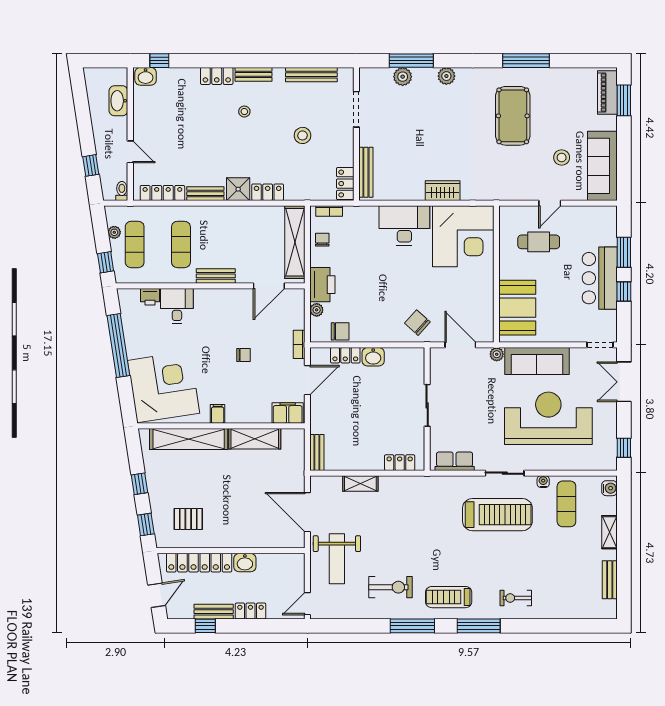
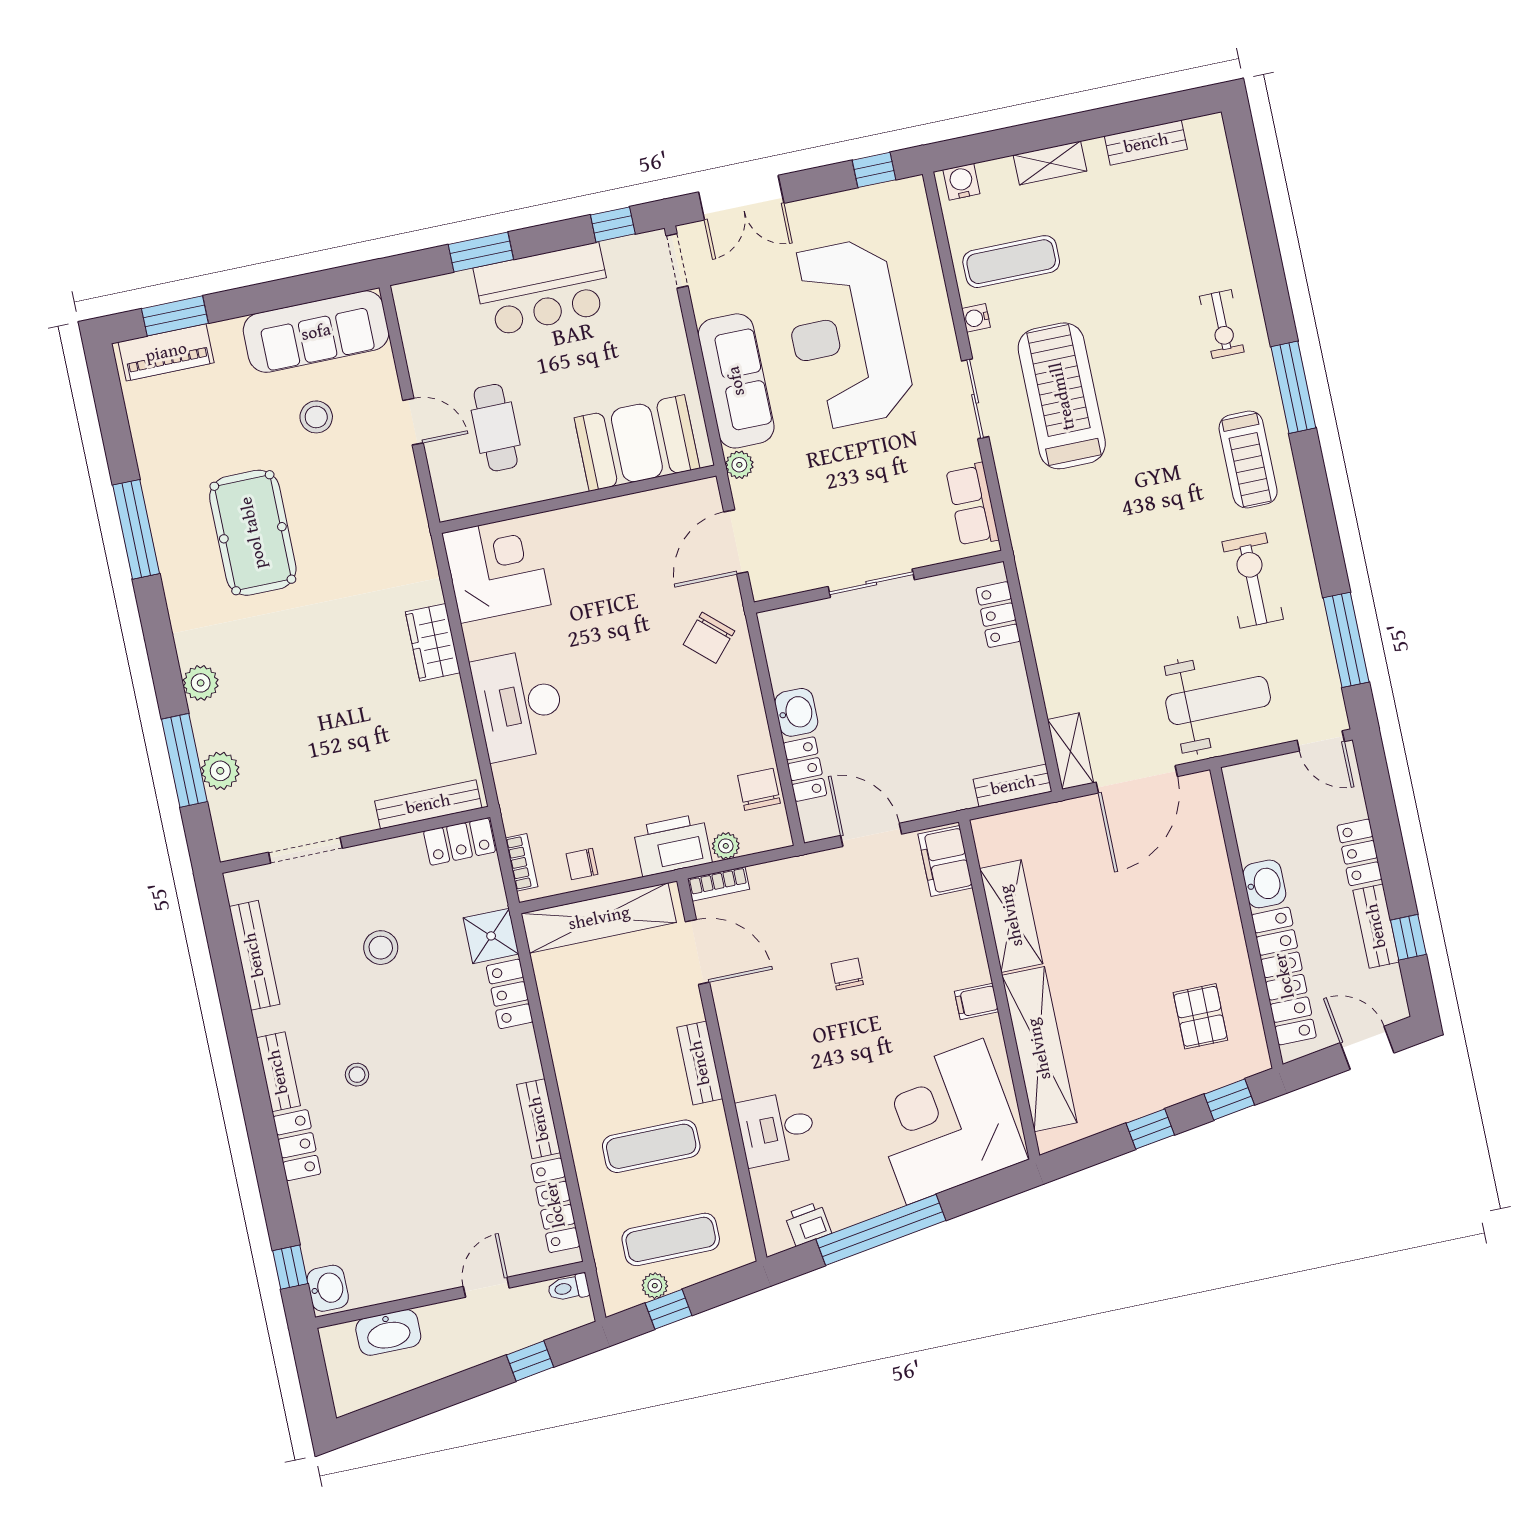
pool table: (513, 116) -> (253, 533), turned 90
shower: (238, 189) -> (491, 936), moved
corner desk: (463, 236) -> (496, 569), width x0.74, depth x0.74
window: (106, 262) -> (668, 1309), moved
window: (624, 292) -> (613, 224), moved
printer: (150, 297) -> (808, 1224), moved, turned -99
bookcase: (299, 344) -> (719, 884), moved
shelving: (360, 483) -> (1071, 751), moved
window: (412, 626) -> (1346, 640), moved

